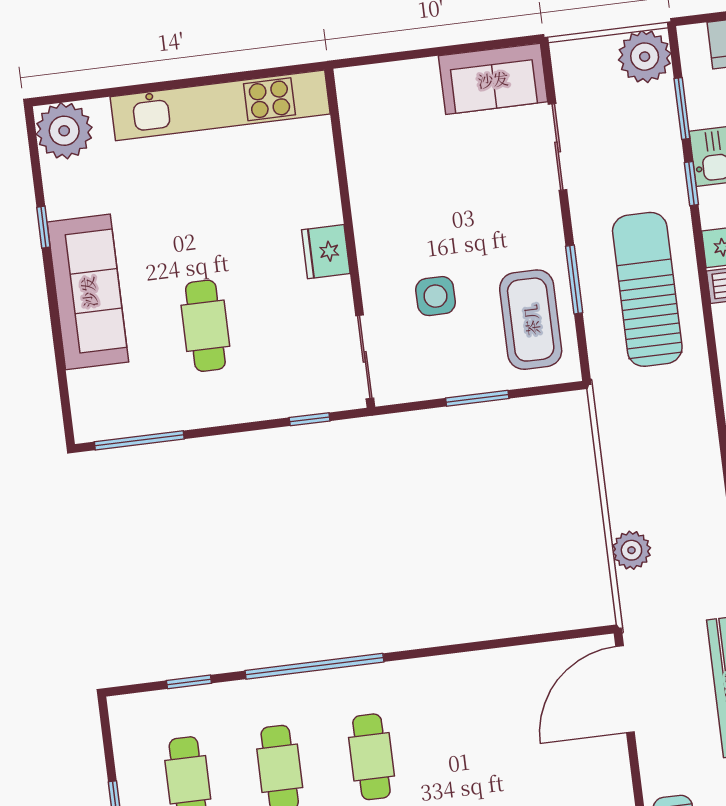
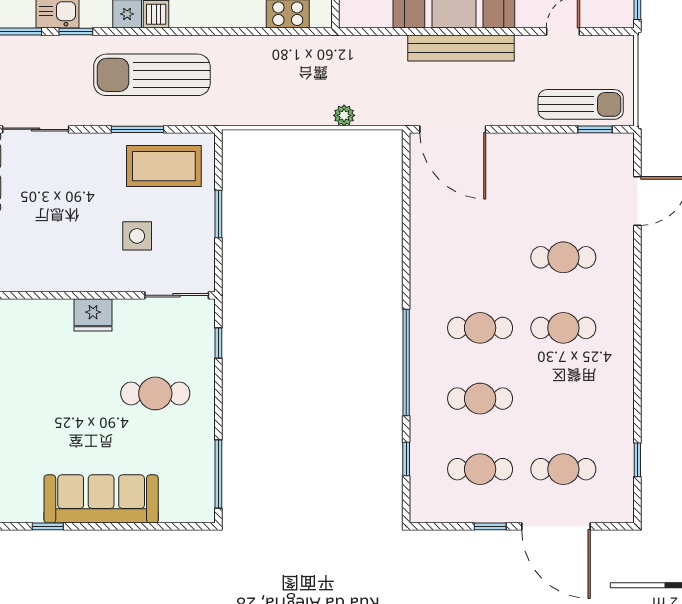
cafe table: (205, 326) -> (155, 393), moved
plant: (631, 550) -> (344, 115), width x0.73, depth x0.73

